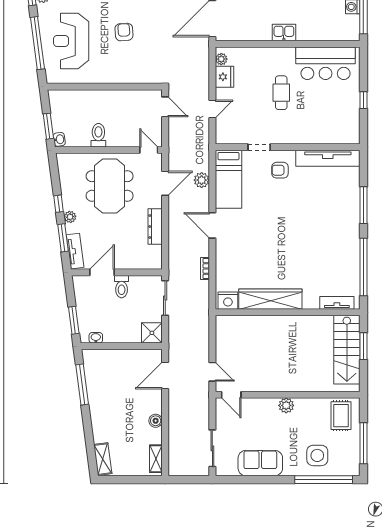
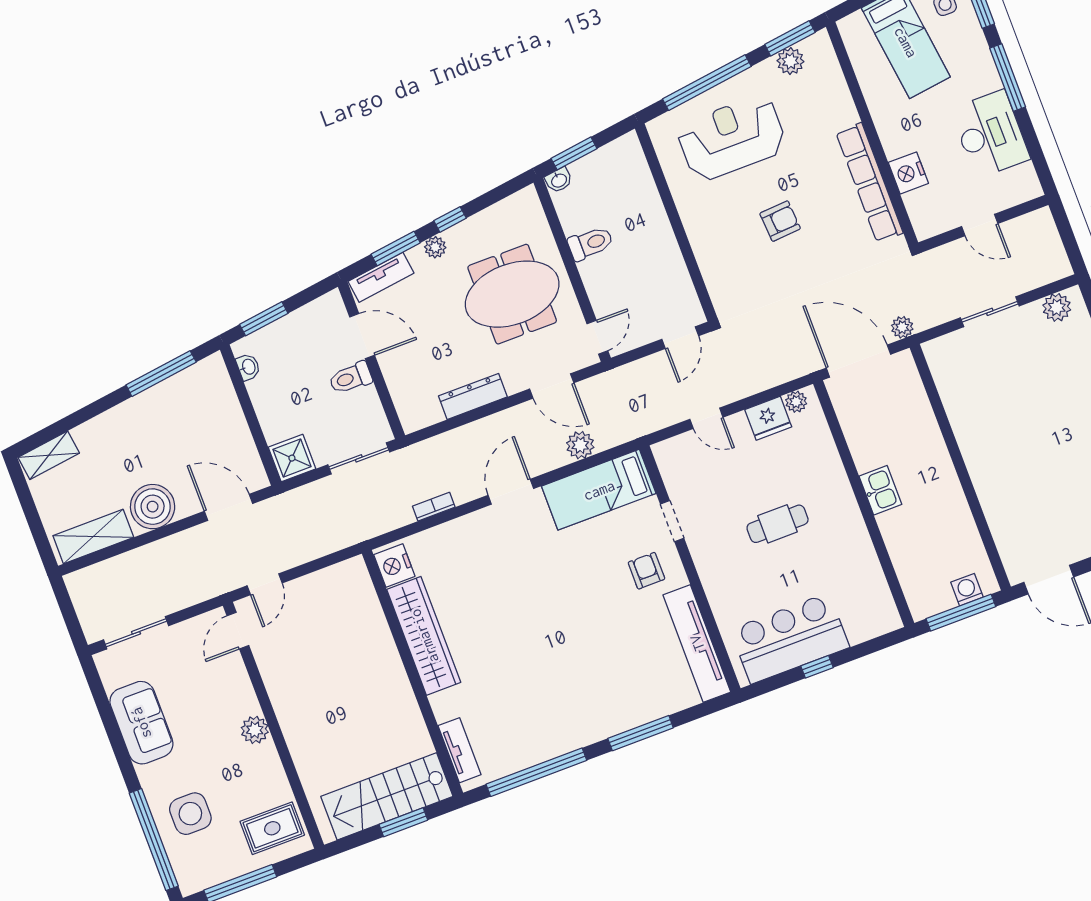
bar counter: (326, 63) -> (790, 638), moved, turned 90
boiler: (156, 421) -> (153, 507), width x1.86, depth x1.86
shelving: (156, 459) -> (93, 536), width x1.50, depth x1.33

